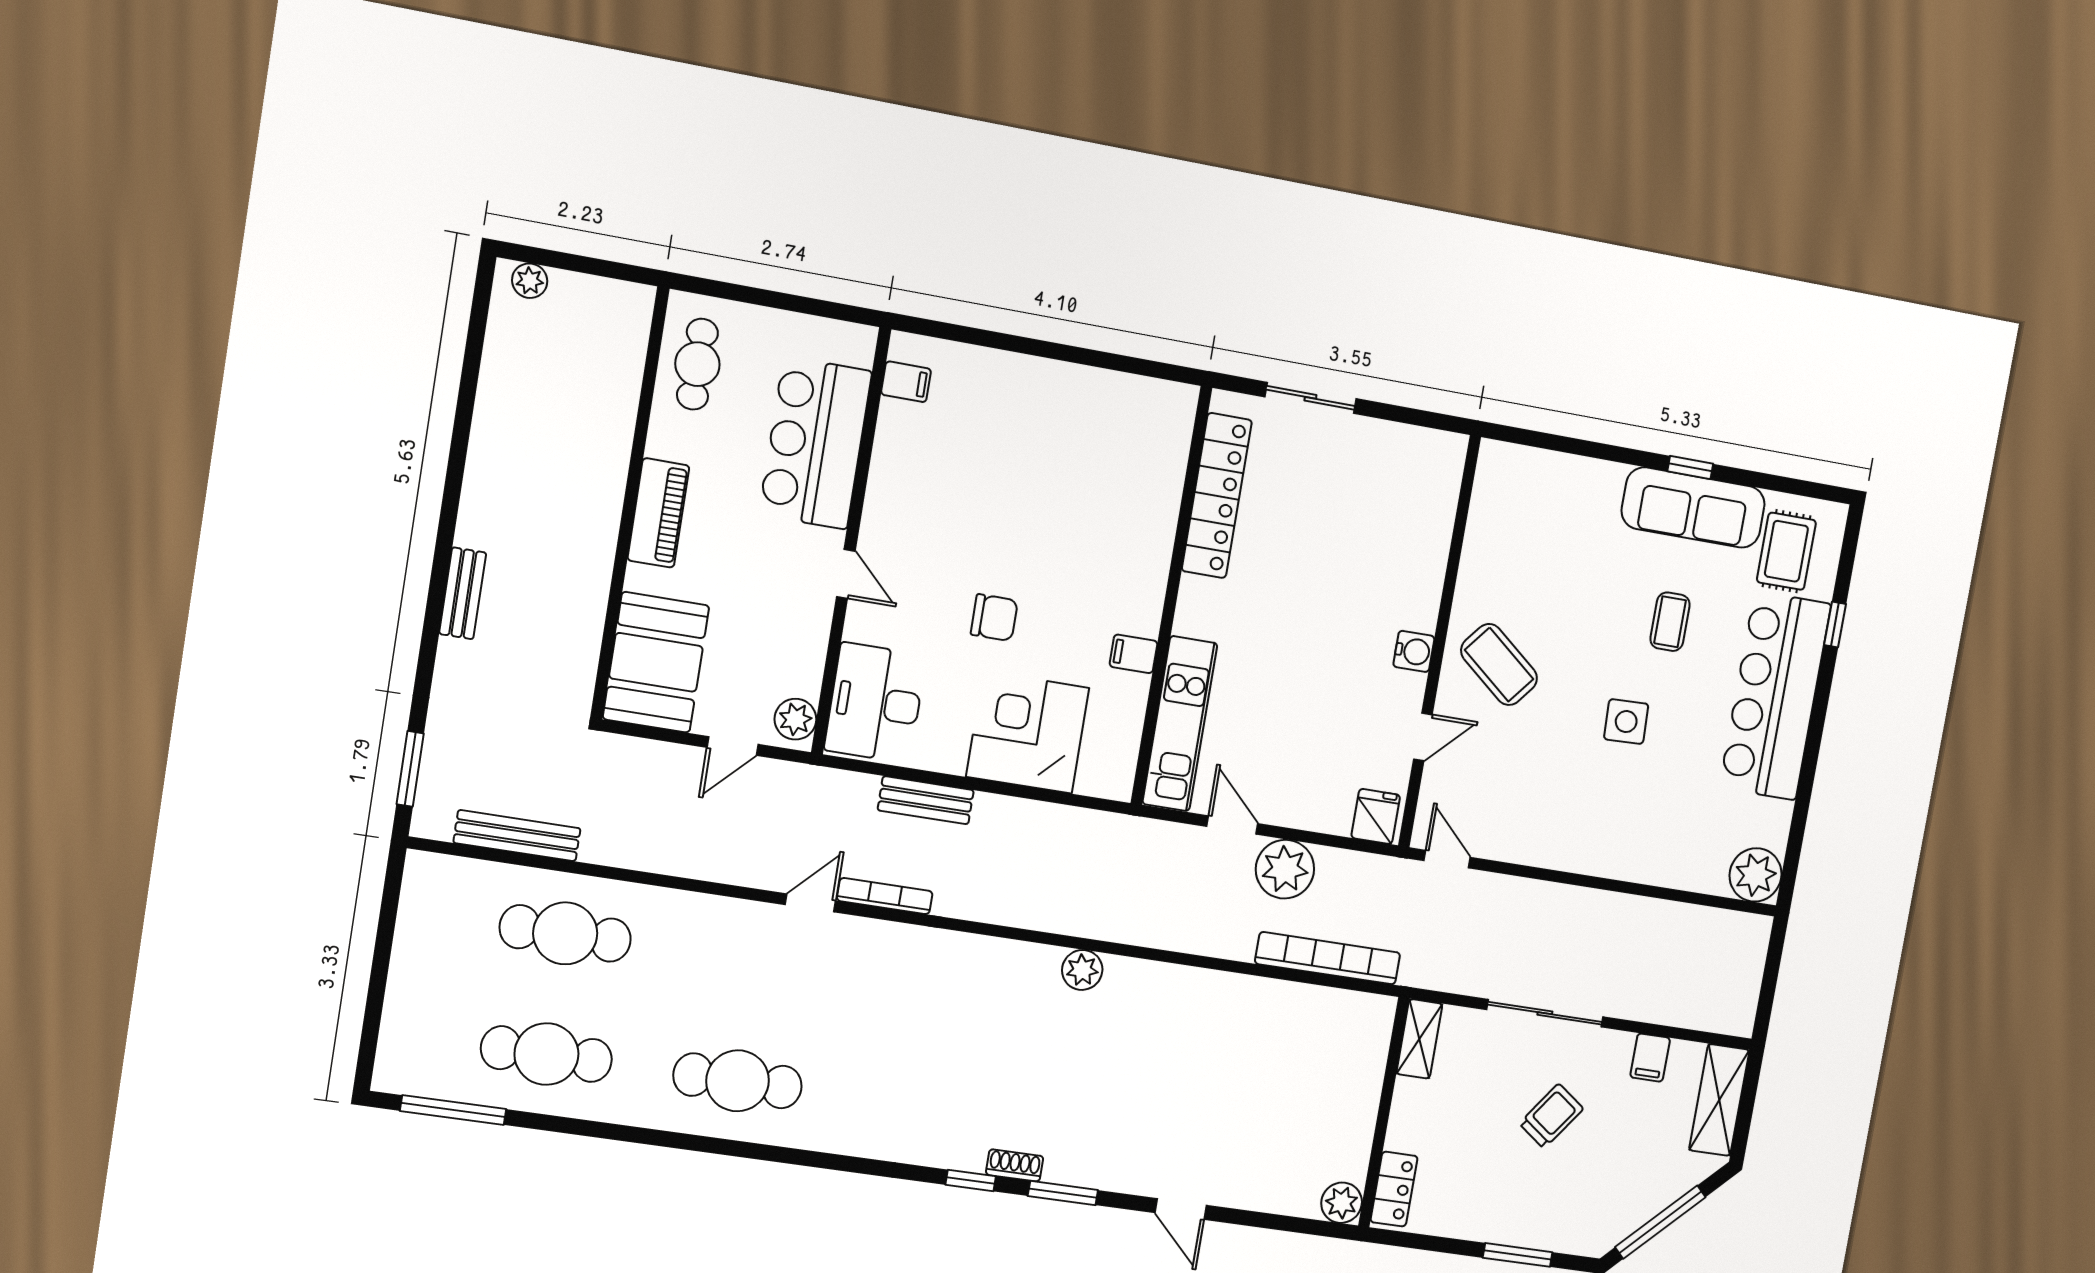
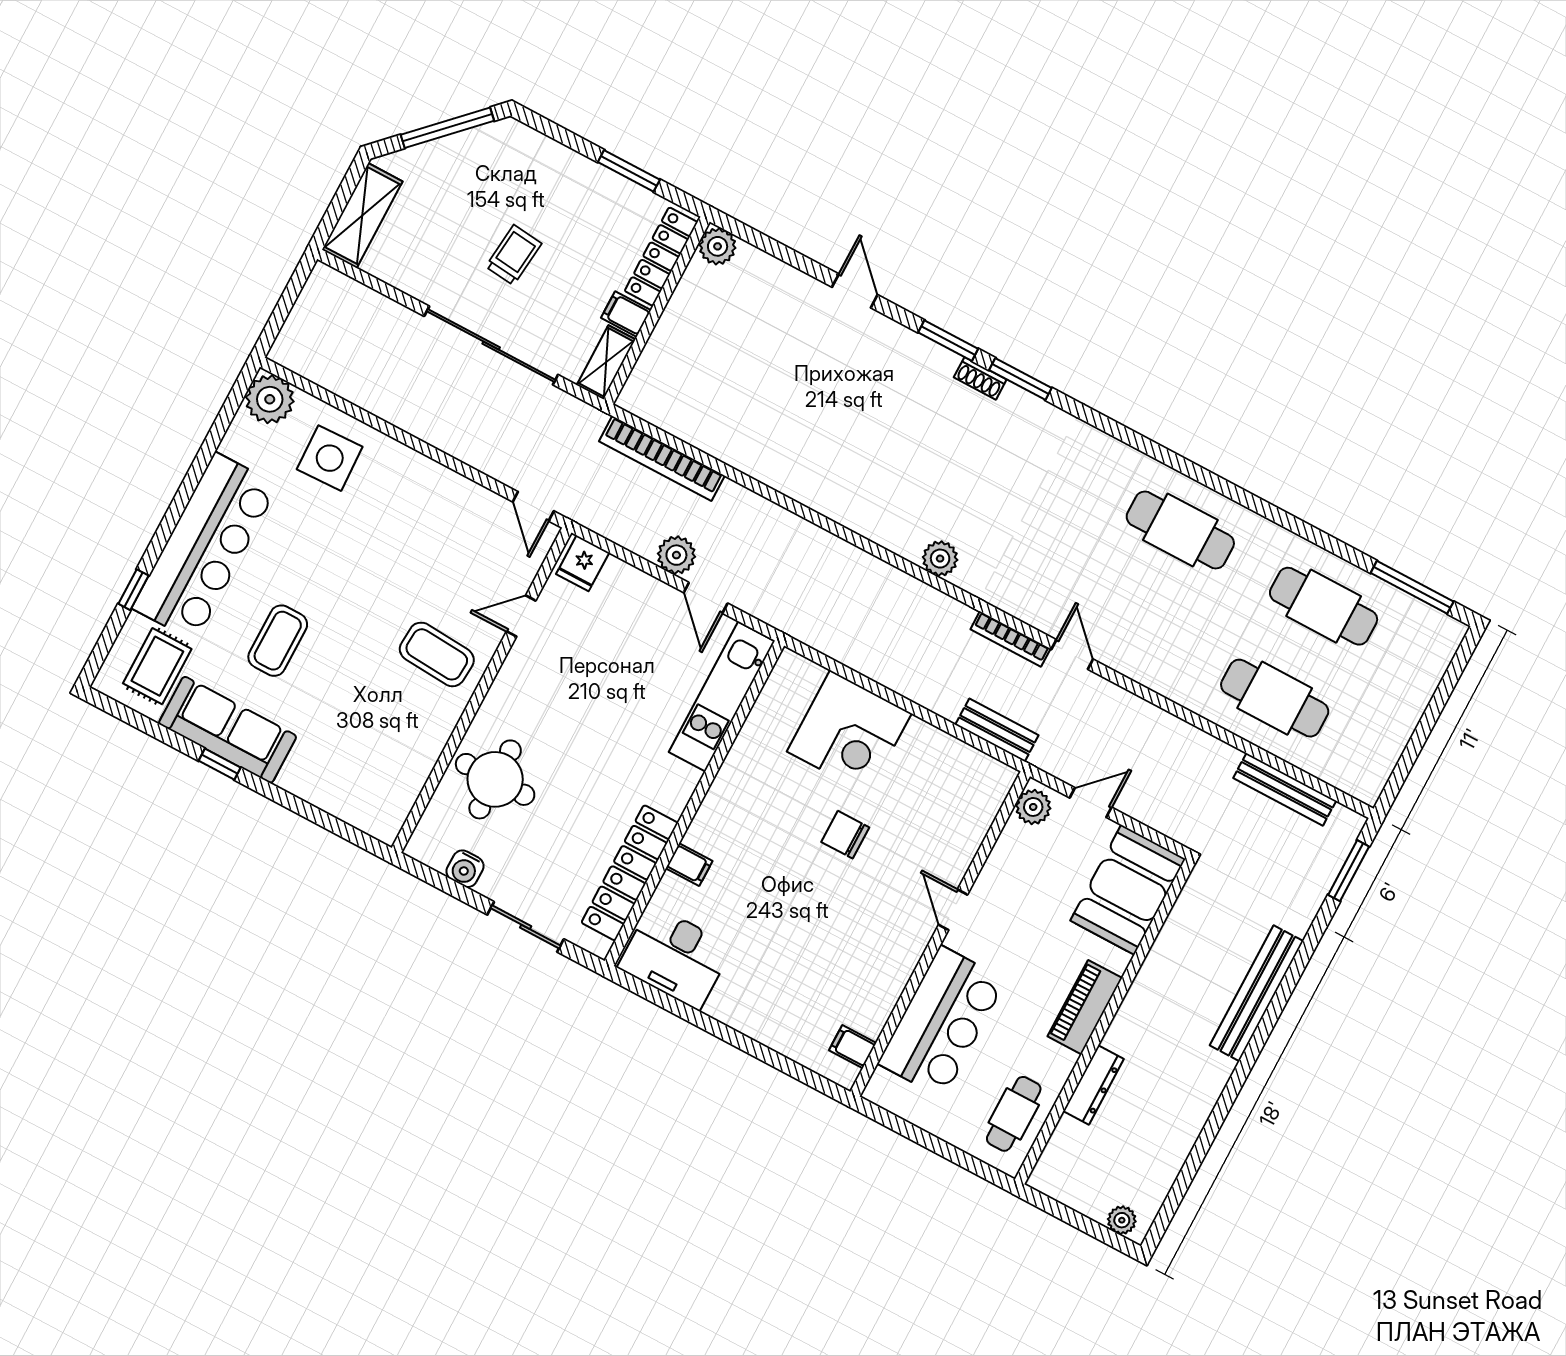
dresser: (617, 427) -> (1094, 1085), added
round table: (1395, 550) -> (495, 779), added
bench: (463, 593) -> (1257, 993), width x1.86, depth x1.21
coffee table: (1670, 622) -> (278, 641), width x1.36, depth x1.30
water cooler: (1414, 651) -> (465, 869), moved, turned -90
filing cabinet: (1133, 654) -> (689, 865), moved
coffee table: (1499, 665) -> (437, 654), turned -35
desk: (875, 703) -> (675, 957), moved, turned 90
side table: (1626, 722) -> (330, 458), moved, width x1.37, depth x1.37
bench: (926, 800) -> (997, 730), moved
plant: (1285, 869) -> (676, 555), width x0.73, depth x0.73
door: (810, 903) -> (1072, 654), swing flipped
plant: (1082, 970) -> (940, 559), moved
sliding door: (1545, 1013) -> (491, 345), width x1.36
filing cabinet: (1650, 1058) -> (626, 314), moved, turned -90
trolley: (1551, 1116) -> (514, 255), turned 150
window: (971, 1180) -> (1020, 379), width x1.50
locker: (1394, 1189) -> (661, 257), width x1.53
window: (1518, 1255) -> (629, 171), moved

